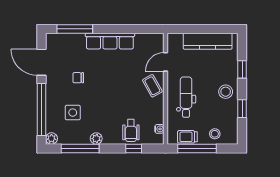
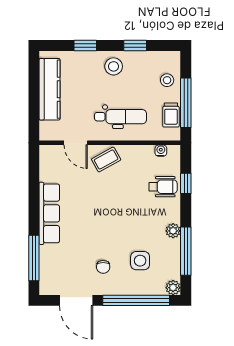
door: (41, 62) -> (76, 300), hinge flipped
chair: (78, 78) -> (103, 267), moved
dental chair: (186, 97) -> (121, 117), turned 180

